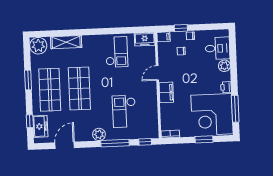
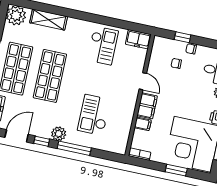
filing cabinet: (164, 37) -> (143, 124), moved
door: (157, 73) -> (143, 81), swing flipped
window: (145, 142) -> (42, 141), moved

